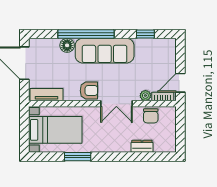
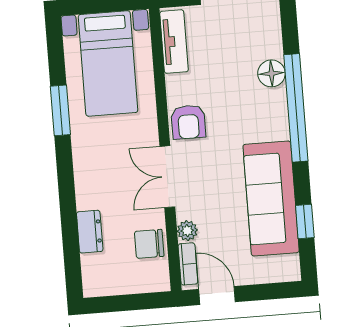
sofa: (105, 51) -> (271, 199), moved

